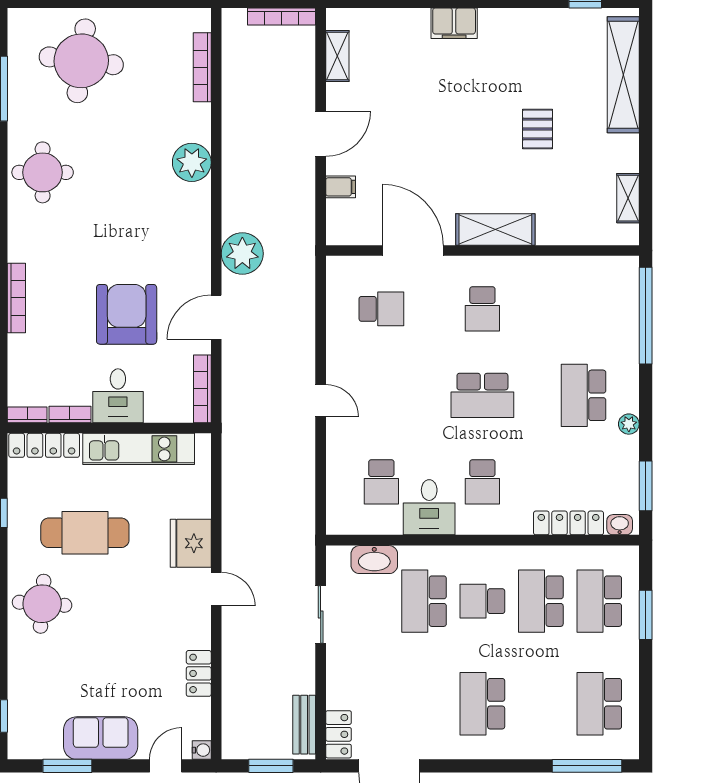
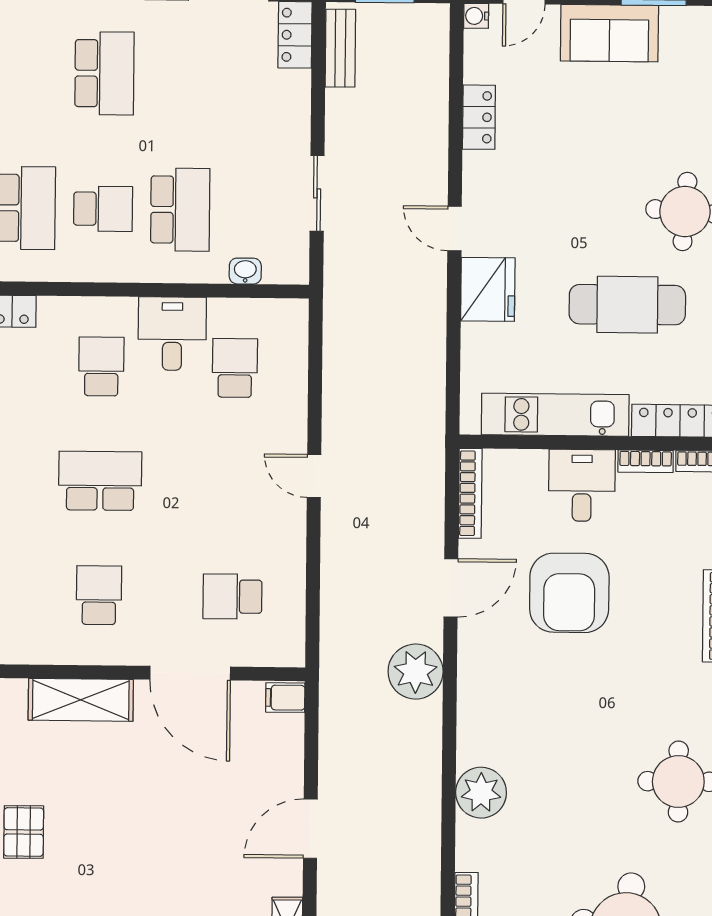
filing cabinet: (341, 187) -> (285, 698), moved
washbasin: (374, 560) -> (245, 271), width x0.52, depth x0.69

